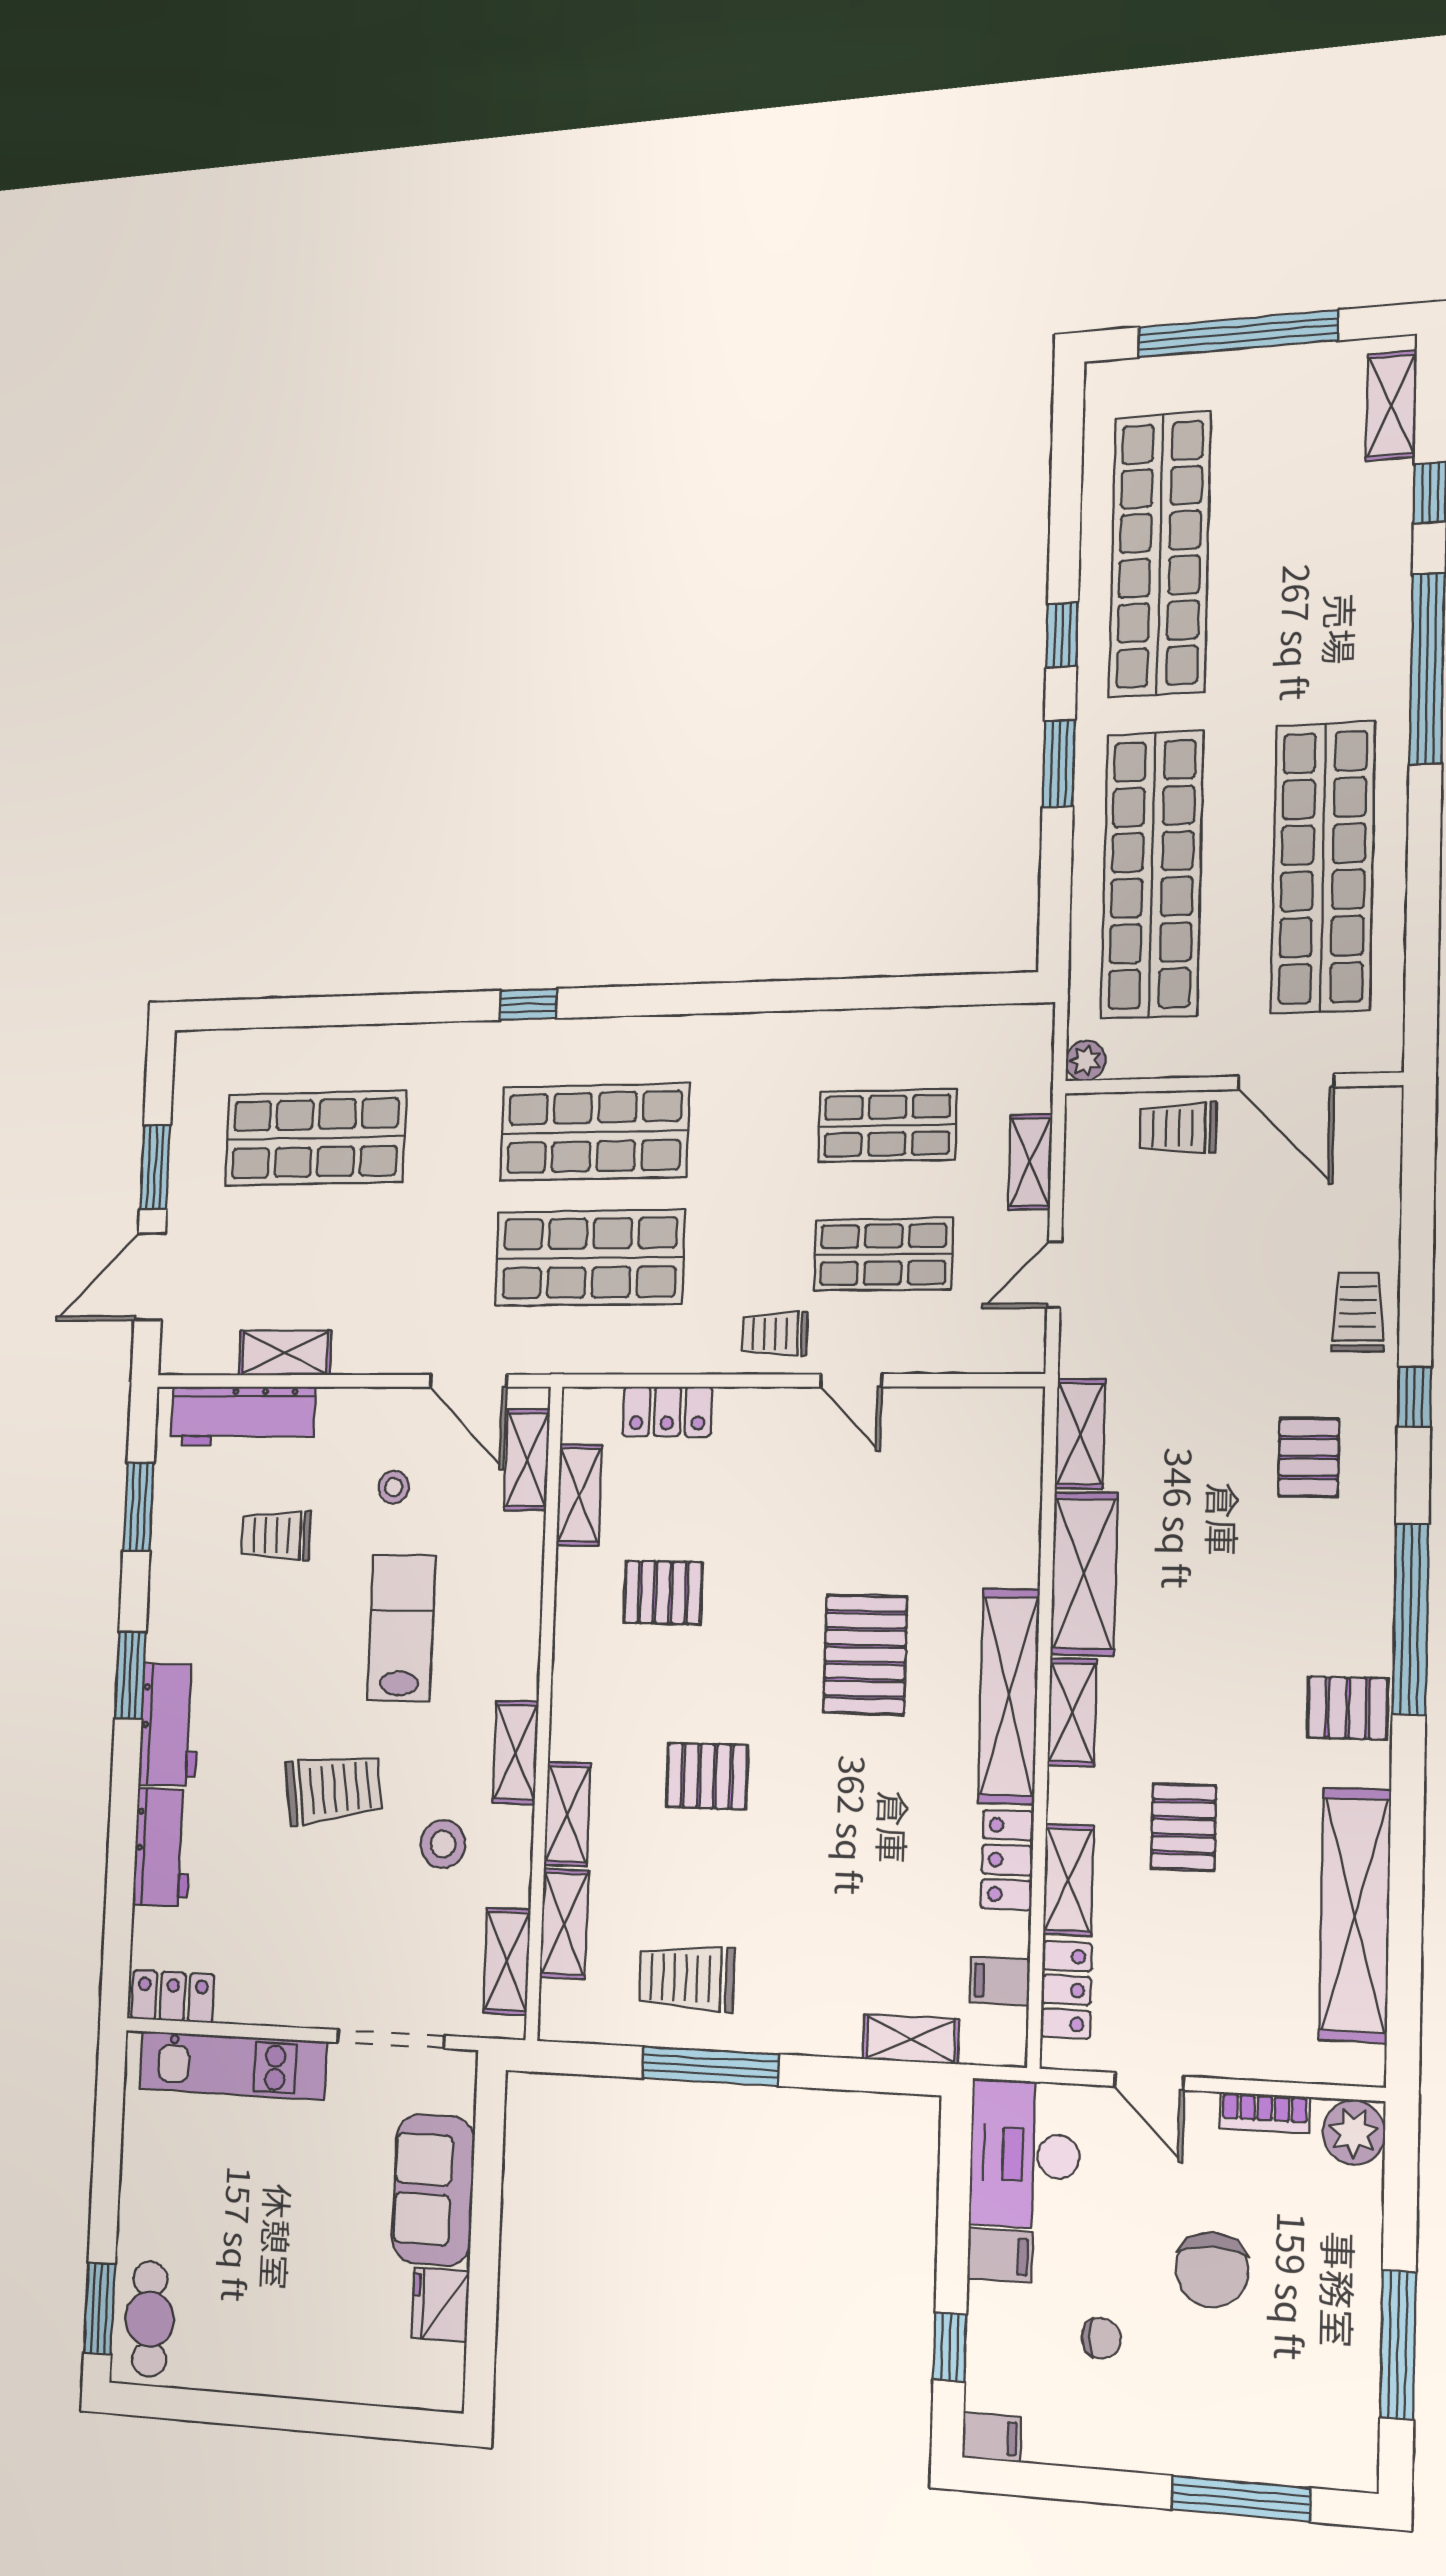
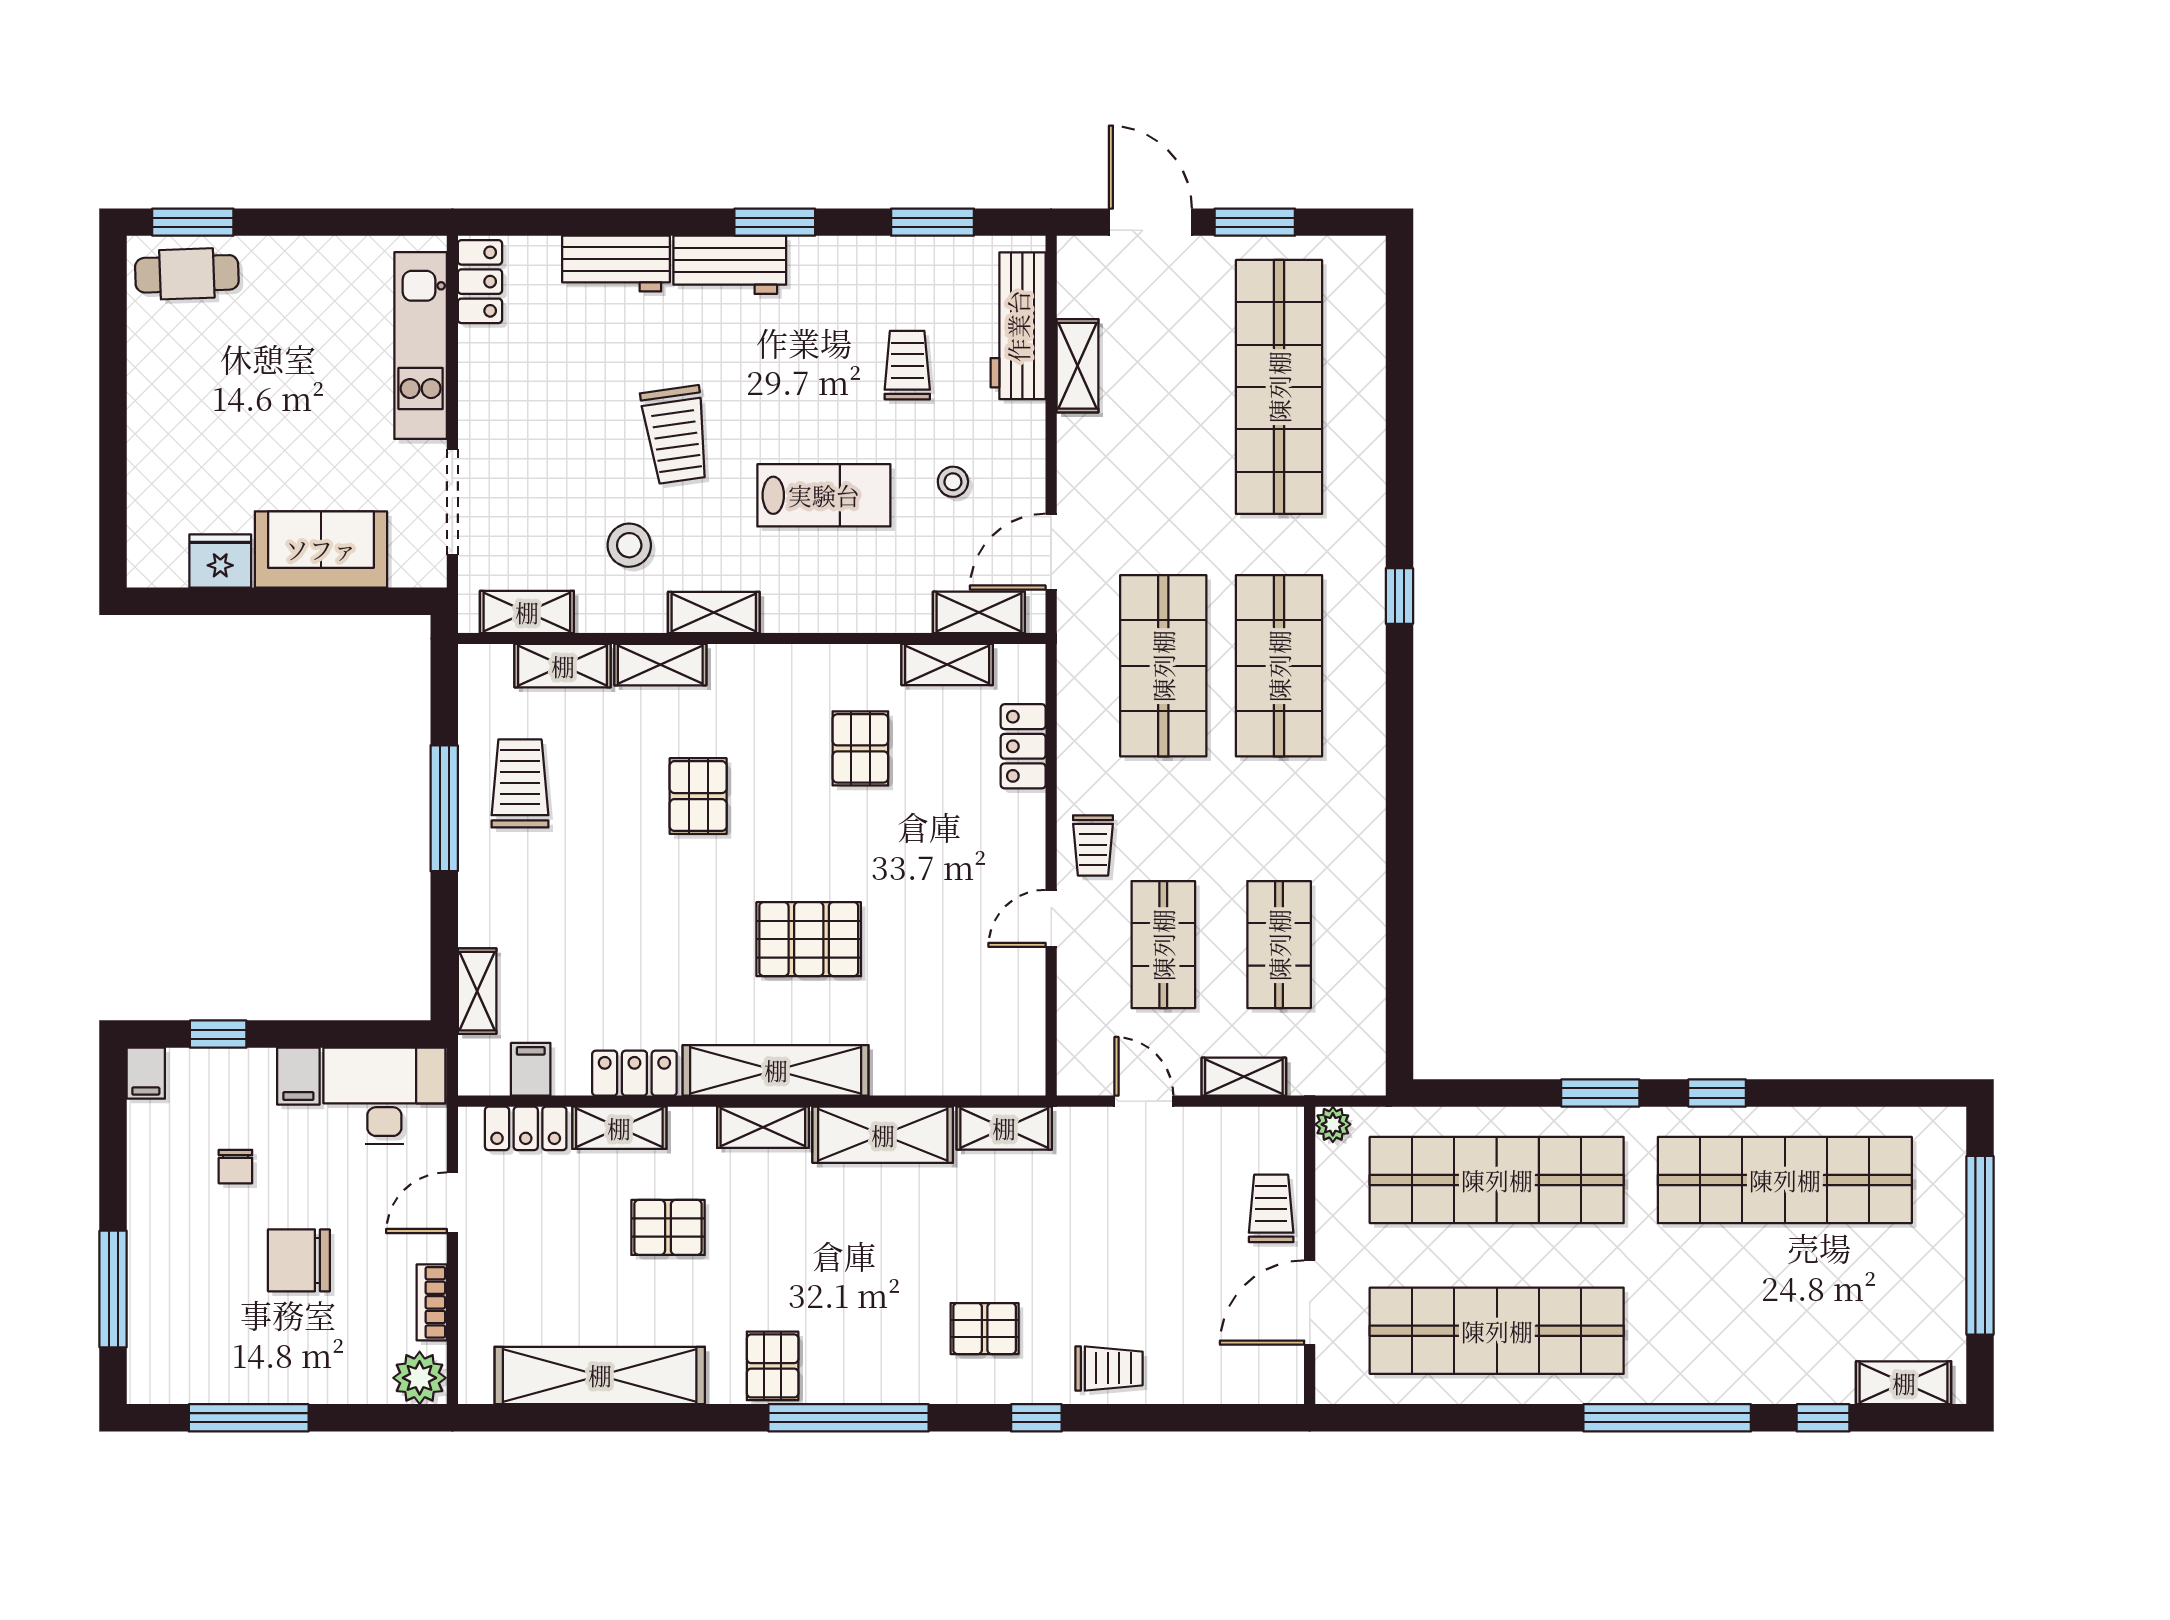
shop shelf: (315, 1138) -> (1279, 387), width x1.40
trolley: (775, 1334) -> (1093, 845), turned 180

